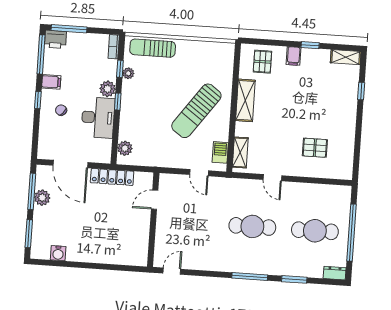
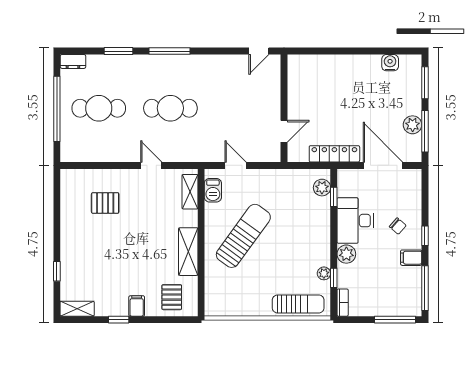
printer: (55, 39) -> (410, 306), removed
window: (118, 102) -> (334, 197), moved

